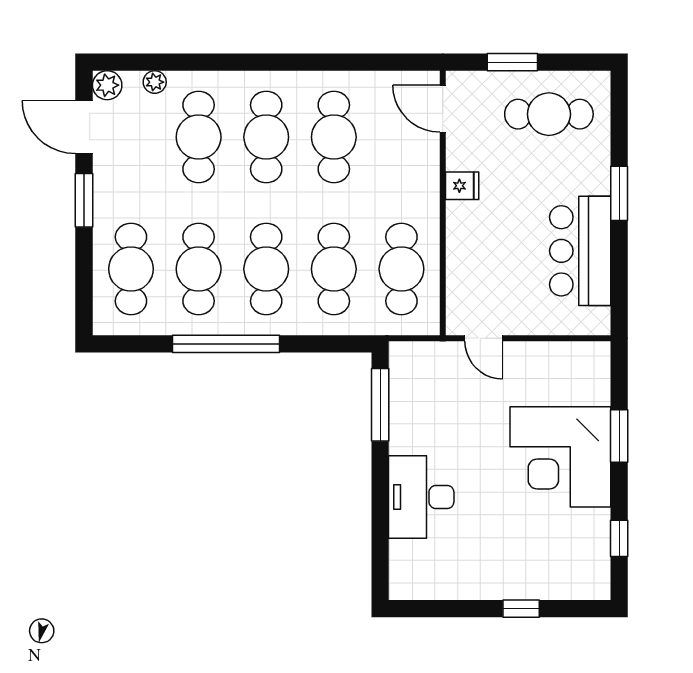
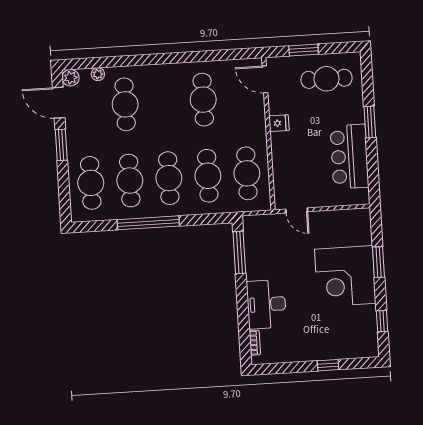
cafe table: (266, 137) -> (164, 102), removed
bookcase: (397, 562) -> (255, 343), added

